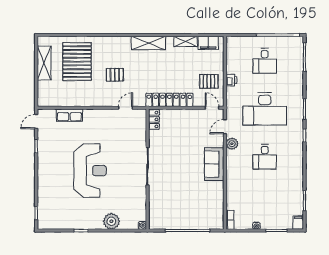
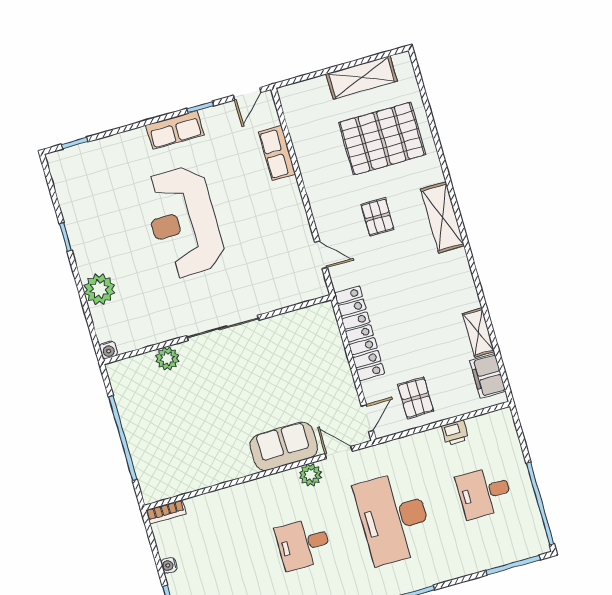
shelving: (148, 43) -> (442, 217), moved
printer: (231, 80) -> (455, 433), moved
locker: (154, 119) -> (314, 315), removed
door: (36, 122) -> (247, 94), swing flipped
row of seats: (44, 162) -> (175, 130), added
sofa: (214, 164) -> (284, 446), moved
reception desk: (90, 171) -> (184, 222), turned 90
plant: (155, 198) -> (167, 358), added

